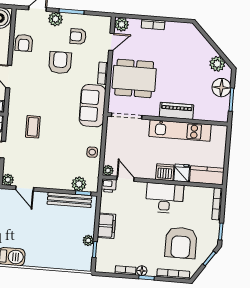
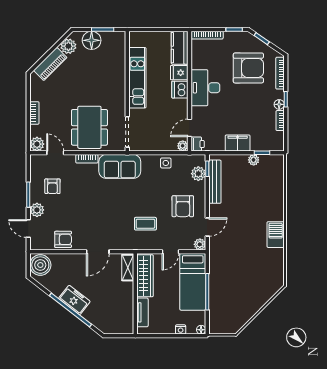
armchair: (60, 63) -> (183, 206), moved, turned -90
piano: (176, 111) -> (50, 64), moved, turned -135

